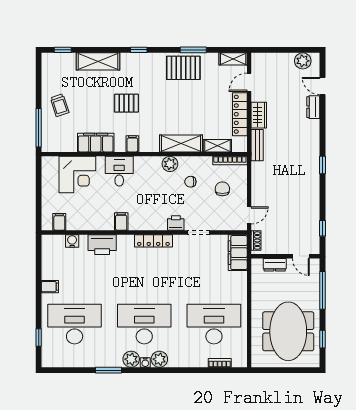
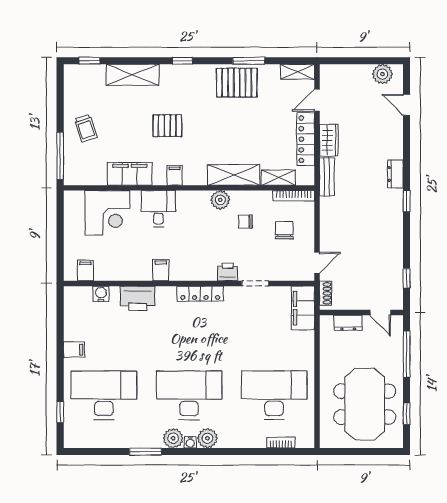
dresser: (313, 107) -> (395, 174), moved

